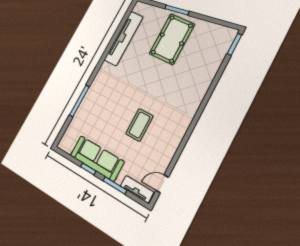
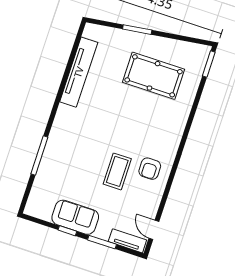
pool table: (172, 39) -> (154, 76), moved, turned 90
armchair: (168, 127) -> (150, 169), added
sofa: (97, 158) -> (75, 217), width x0.73
door: (162, 184) -> (154, 230), hinge flipped

